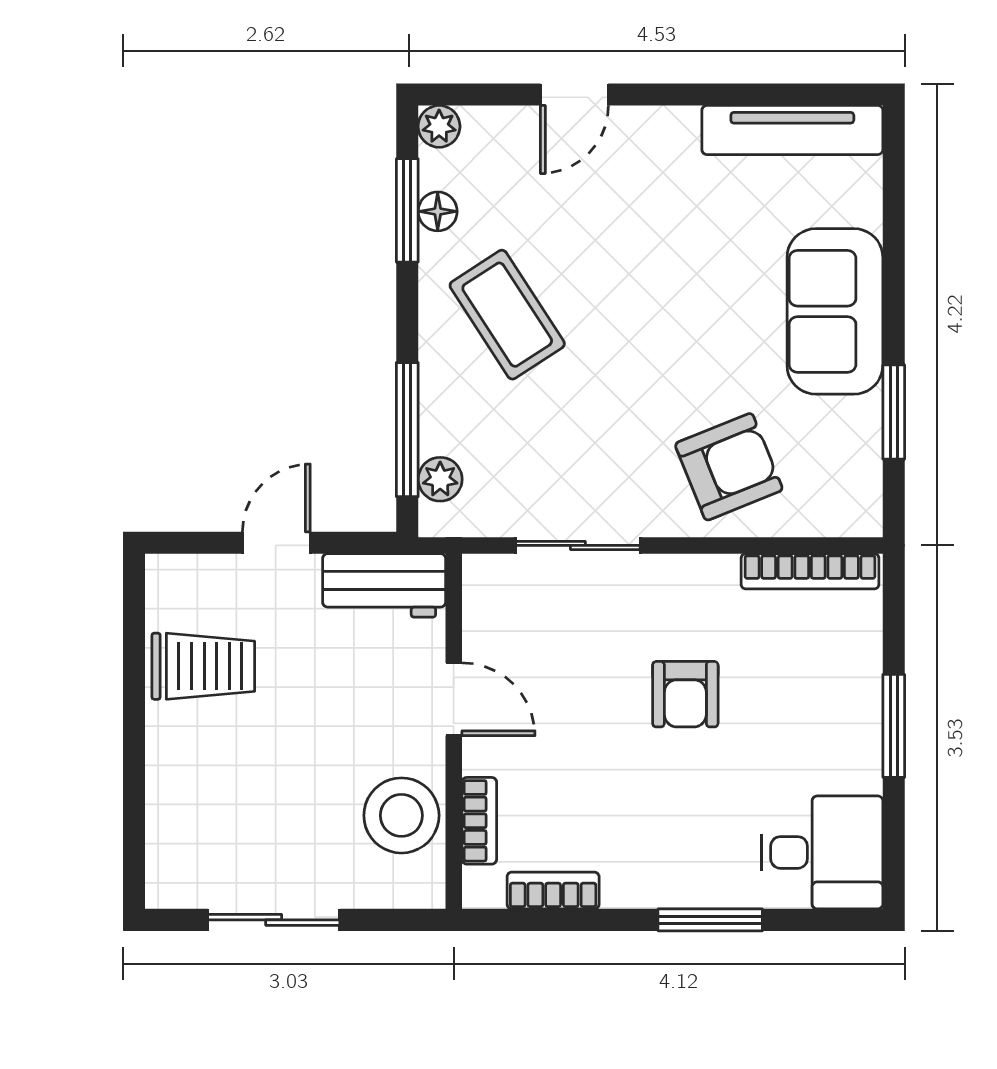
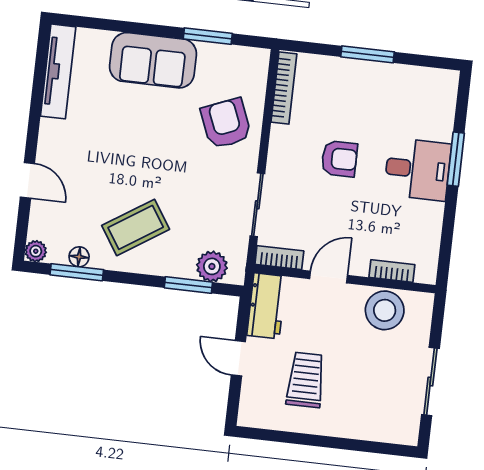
window: (407, 430) -> (188, 285), width x0.69
plant: (440, 479) -> (212, 266), width x1.38, depth x1.38
trolley: (203, 666) -> (306, 380), moved
desk: (822, 852) -> (418, 169), moved, turned 90
bookcase: (553, 890) -> (279, 258), moved, turned 90

